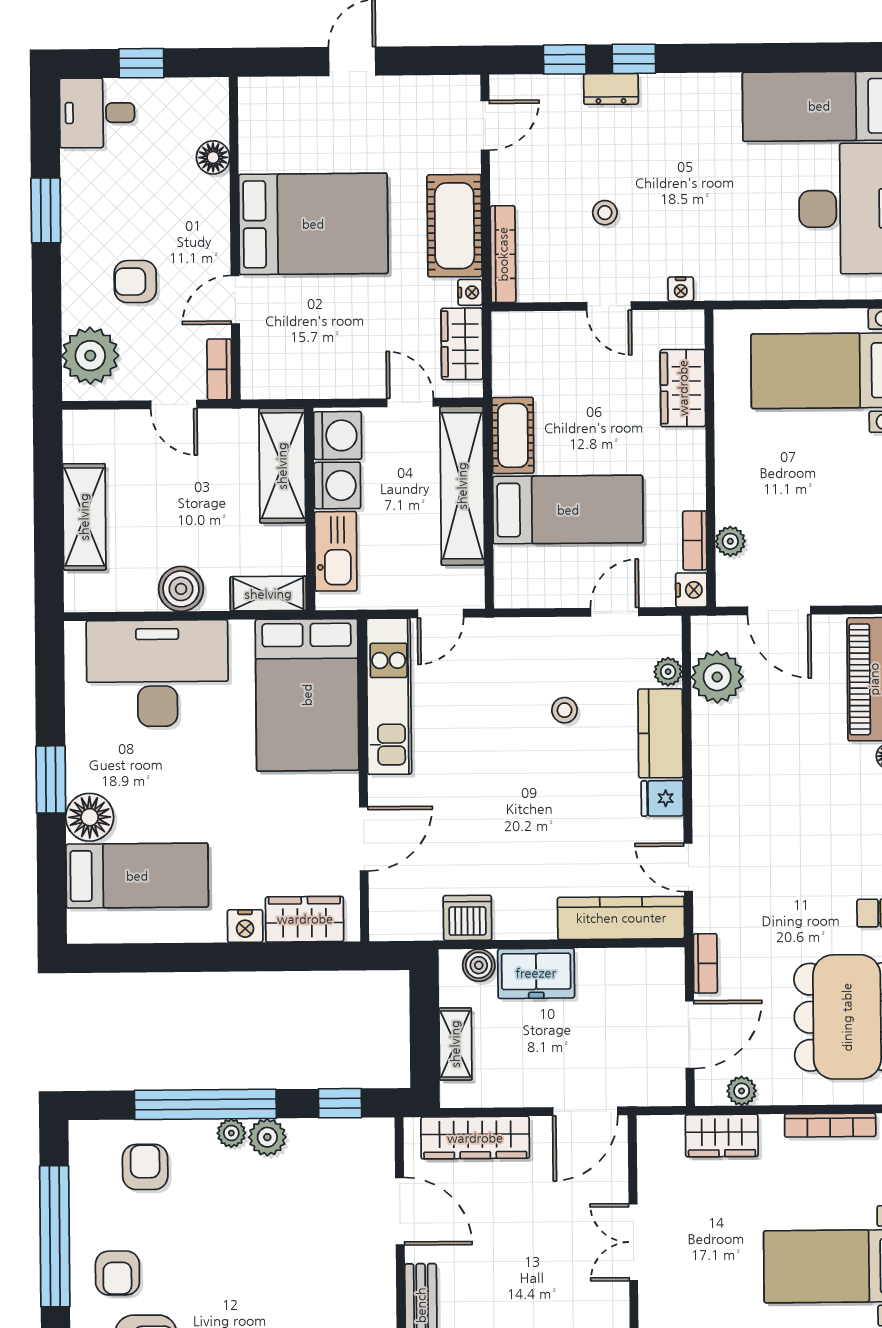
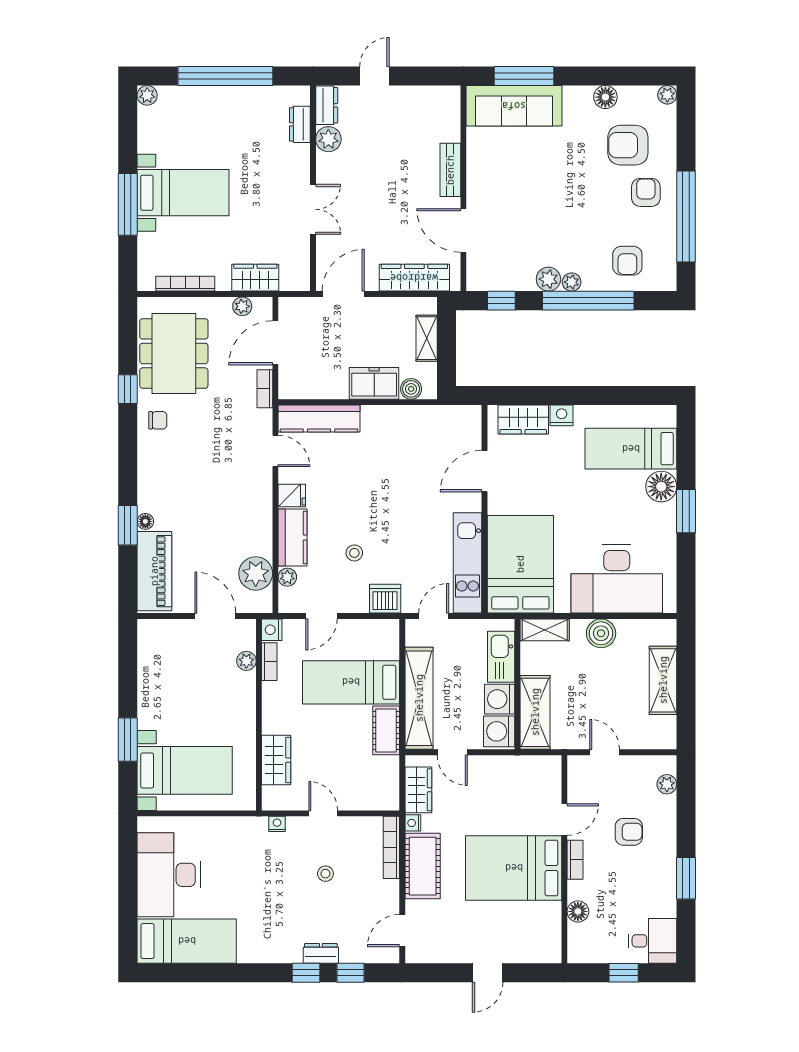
plant: (90, 356) -> (667, 784), width x0.53, depth x0.53
bookcase: (219, 369) -> (575, 860), moved
dishwasher: (467, 918) -> (385, 599), moved, turned 180

